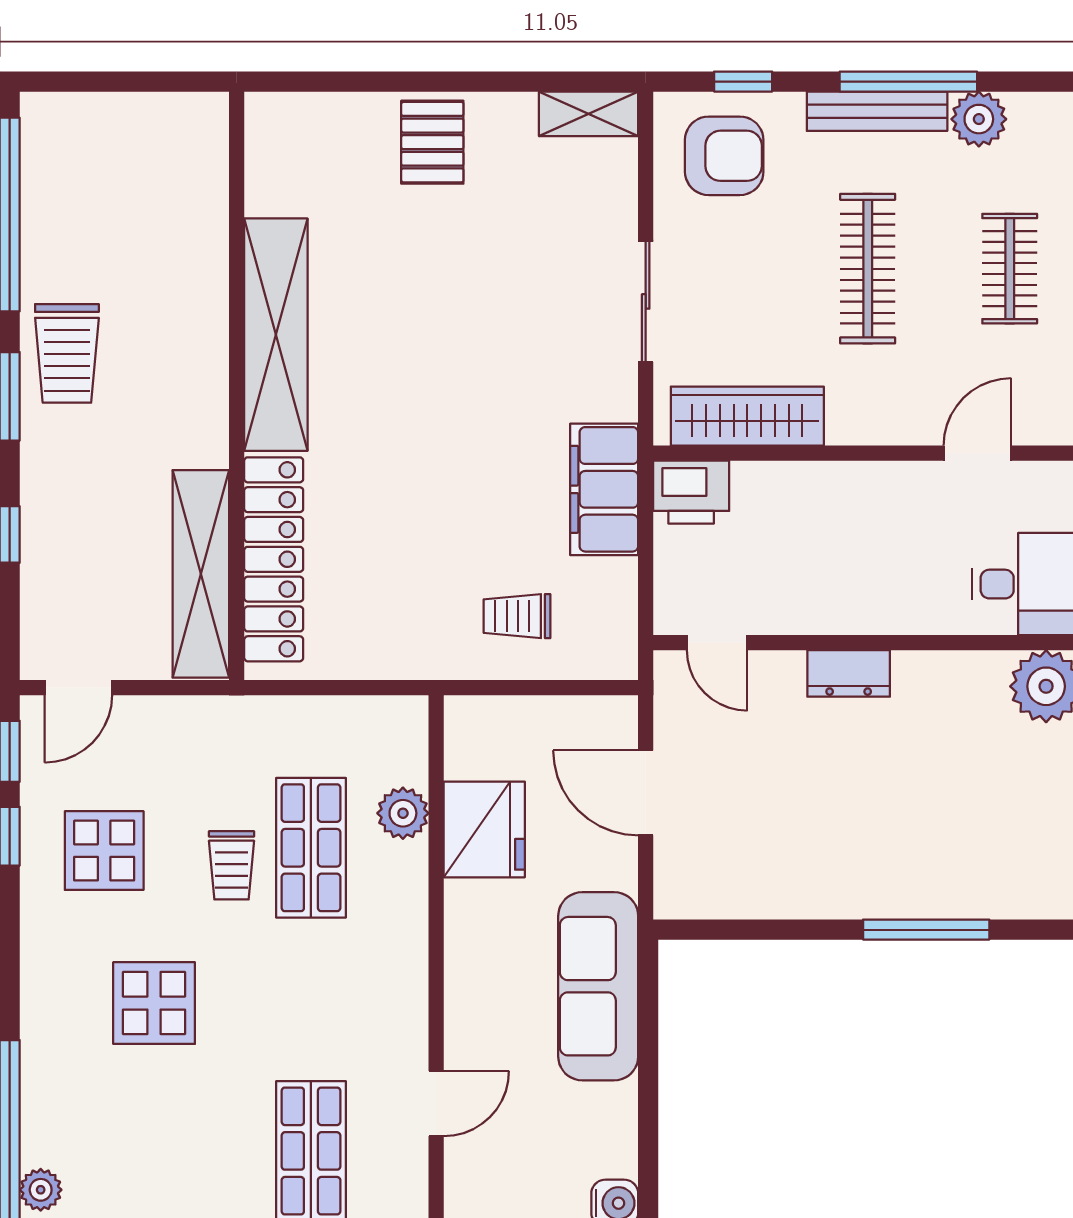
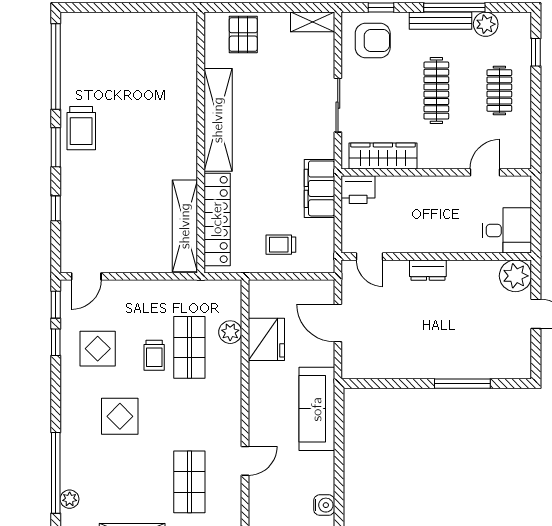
shelving: (276, 335) -> (218, 120), moved
wall: (237, 386) -> (201, 143), moved
locker: (274, 559) -> (217, 219), moved
shelving: (201, 574) -> (185, 226), moved

